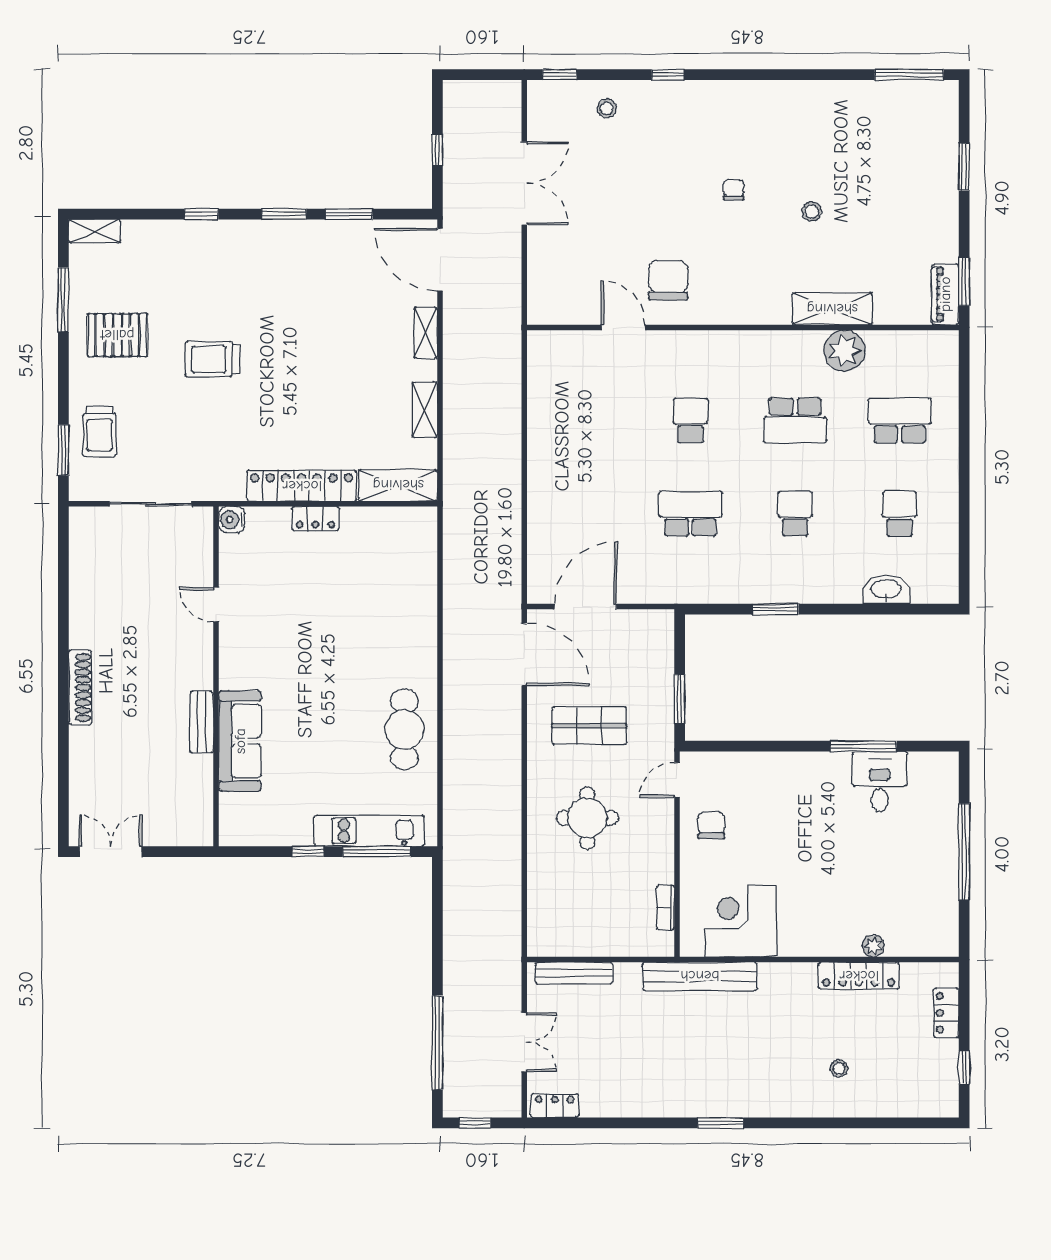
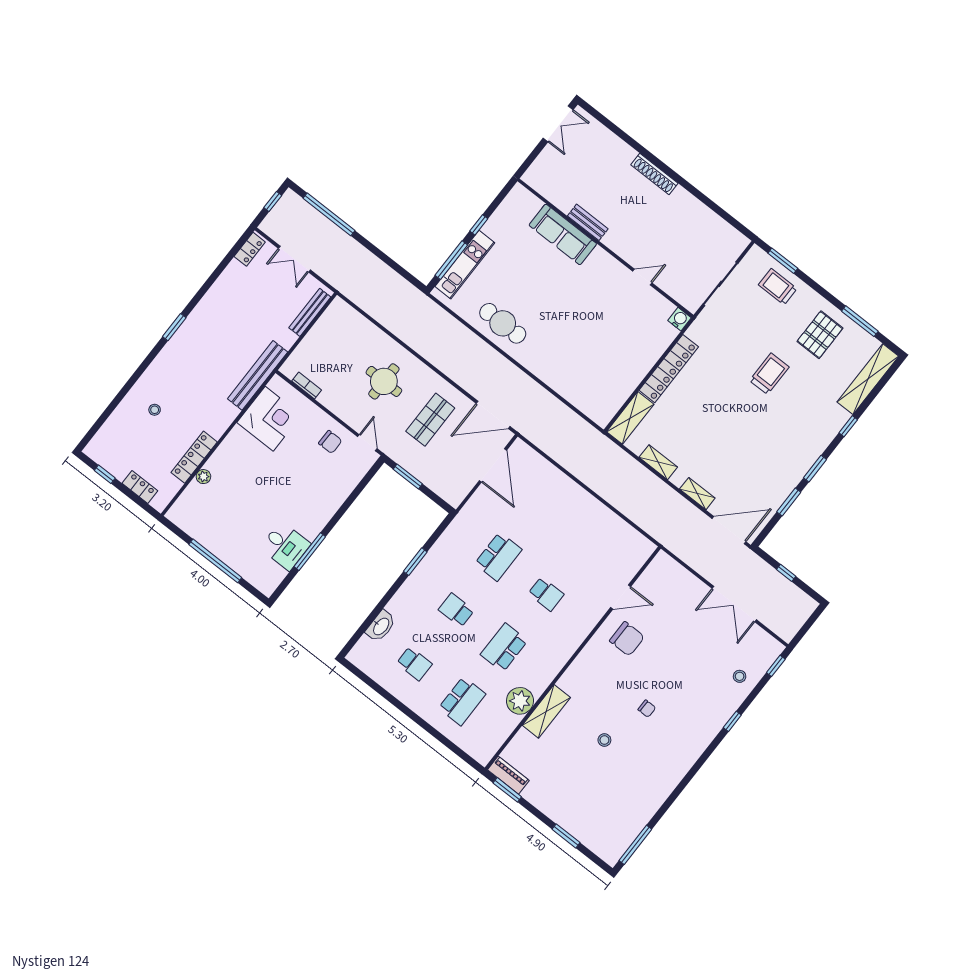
shelving: (95, 231) -> (868, 379), width x2.20, depth x1.33
school desk: (795, 514) -> (456, 610), turned 180
locker: (315, 519) -> (646, 362), removed

